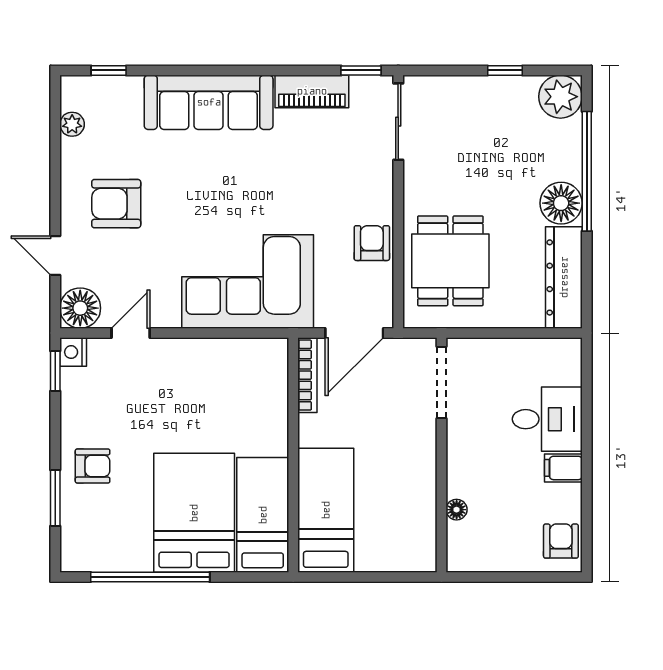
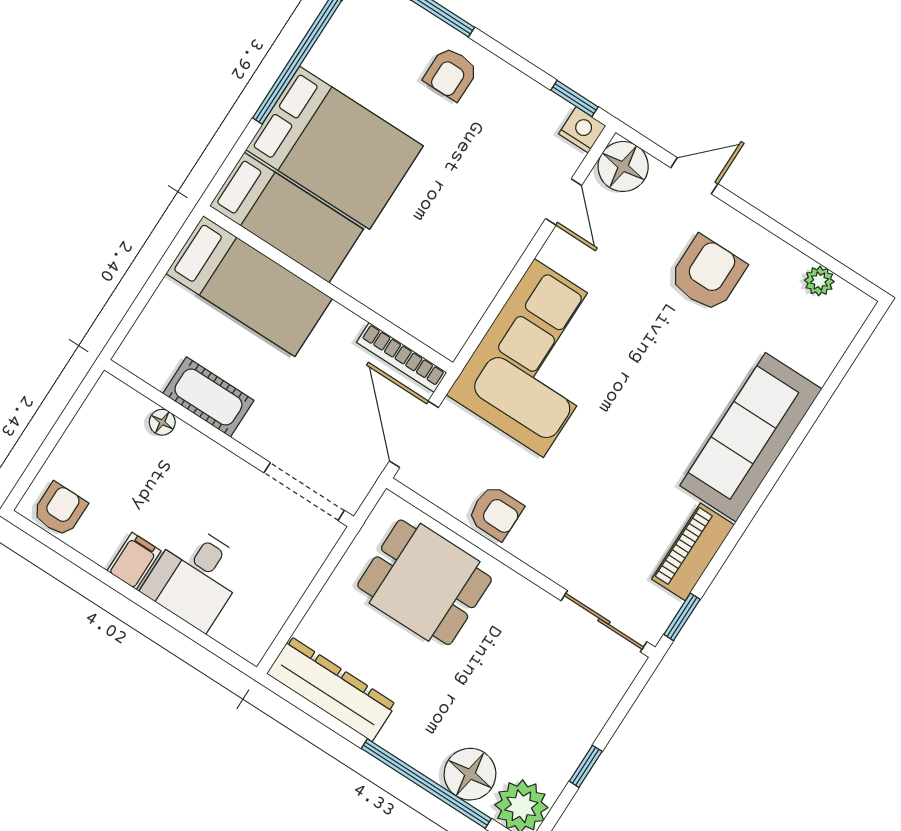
window: (109, 70) -> (851, 355), removed
floor lamp: (561, 203) -> (470, 774), moved
cot: (419, 489) -> (208, 397), added
armchair: (561, 541) -> (60, 510), turned -90

